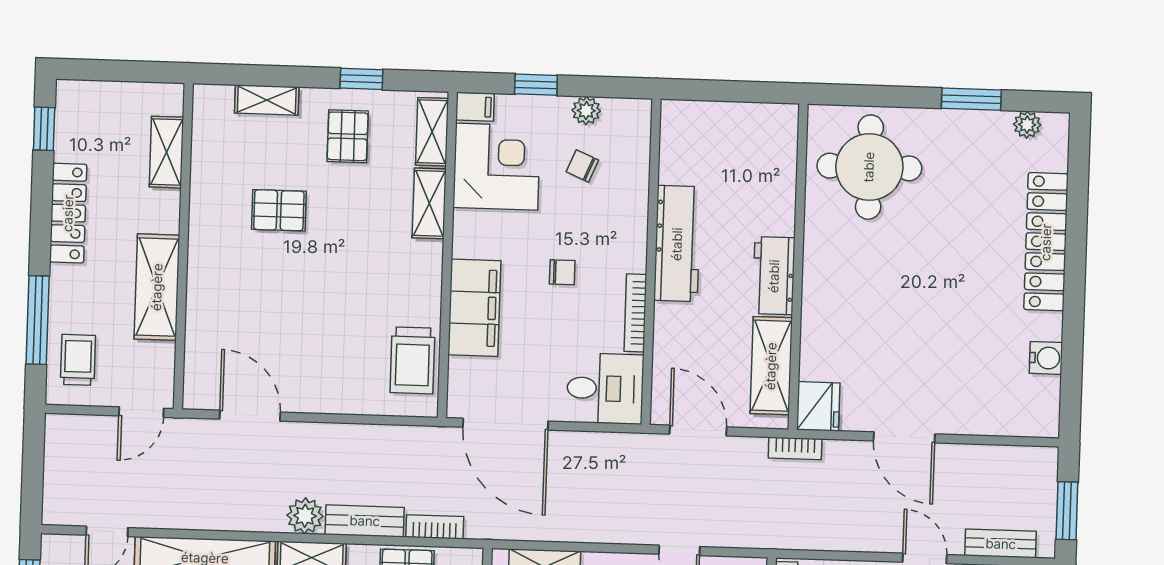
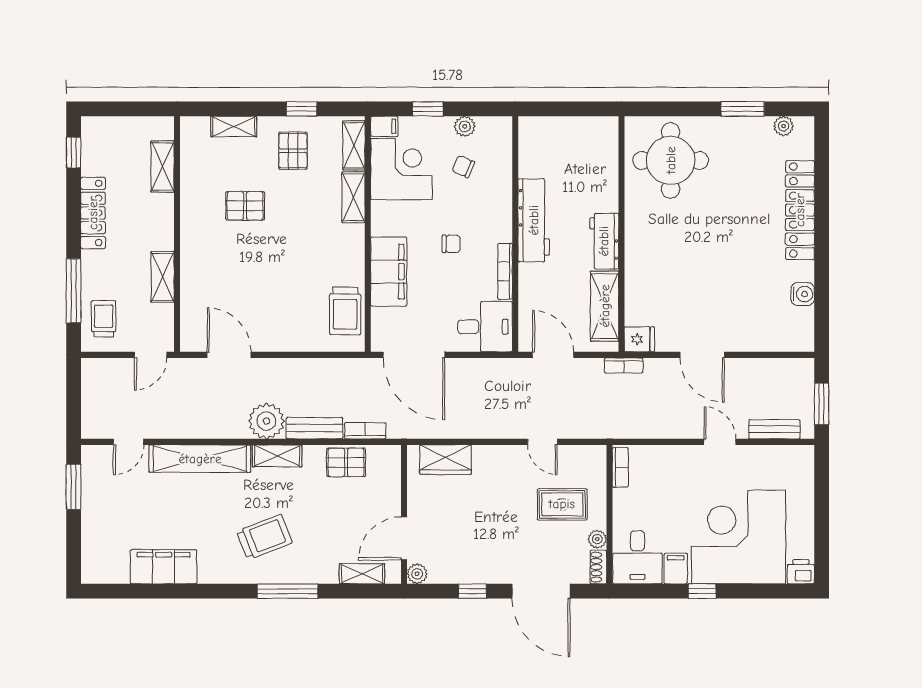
shelving: (157, 287) -> (163, 277), width x0.67, depth x0.75
fridge: (818, 406) -> (639, 339), width x0.72
plant: (305, 516) -> (266, 421), width x1.36, depth x1.36

